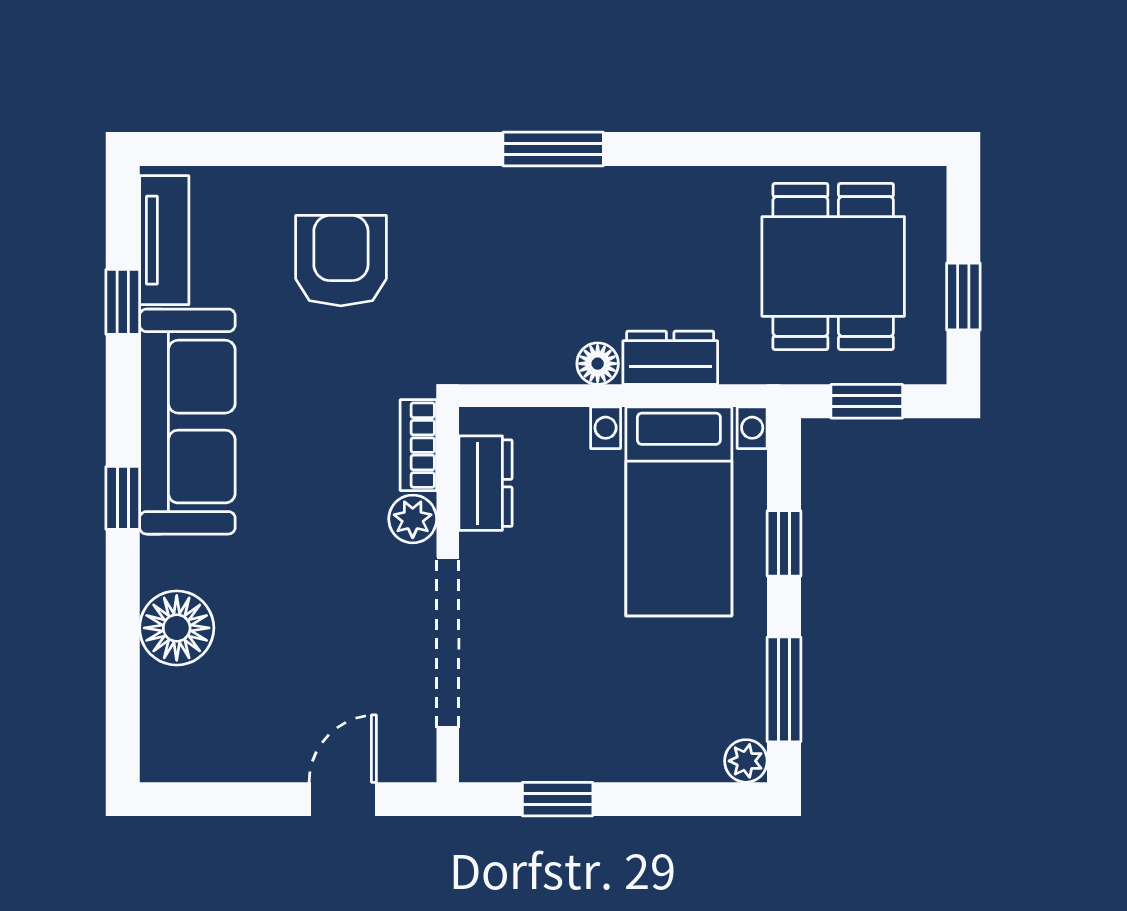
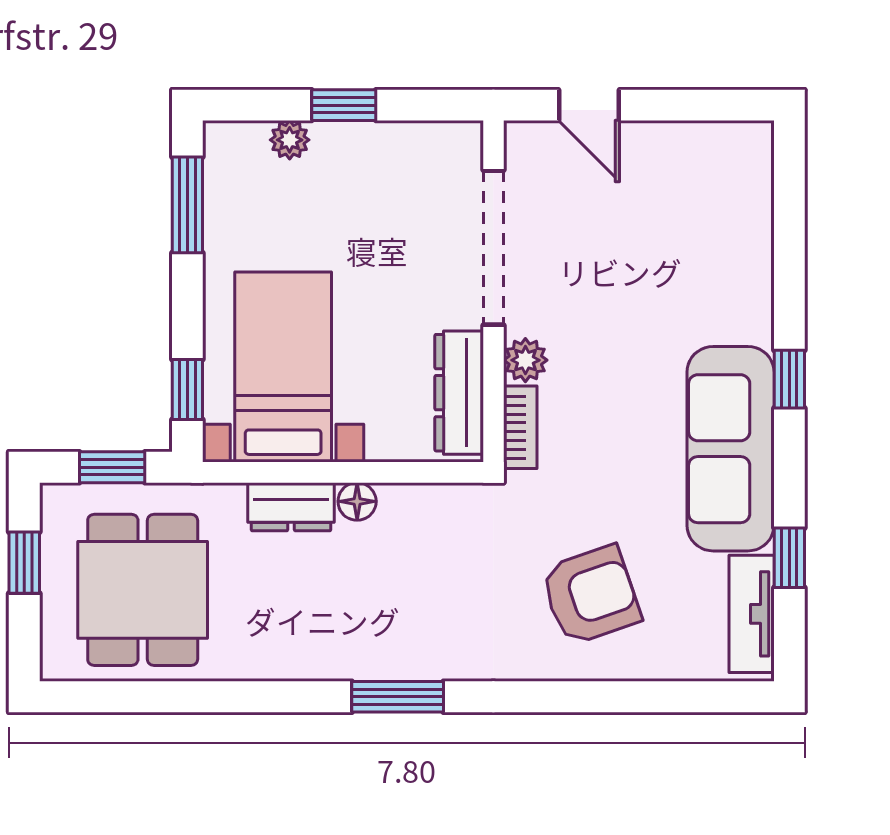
armchair: (341, 261) -> (591, 595), turned -109
dresser: (486, 483) -> (459, 393), width x1.44
window: (784, 543) -> (187, 390), moved
floor lamp: (177, 628) -> (740, 261), removed
plant: (746, 761) -> (290, 140), moved
door: (343, 799) -> (589, 105), hinge flipped
window: (558, 799) -> (344, 105), moved

